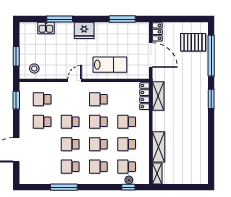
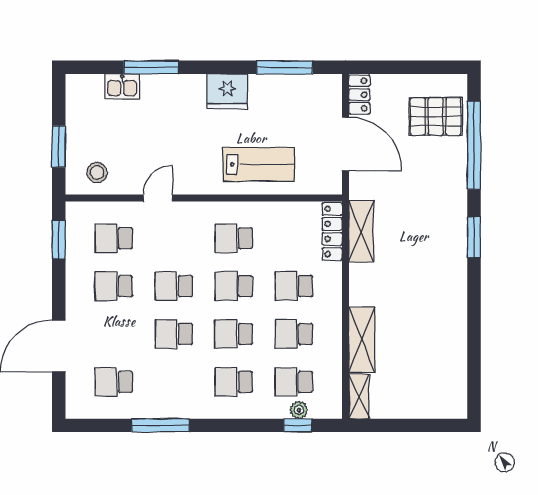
fridge: (84, 30) -> (227, 91), moved
door: (75, 80) -> (158, 198), moved
school desk: (70, 167) -> (114, 382), moved

